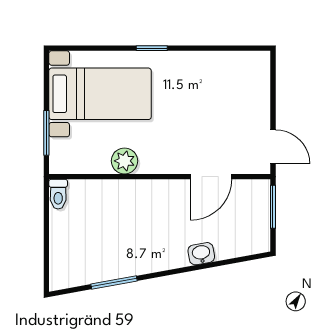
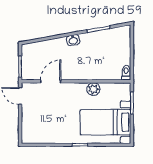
washbasin: (201, 254) -> (73, 40), moved

